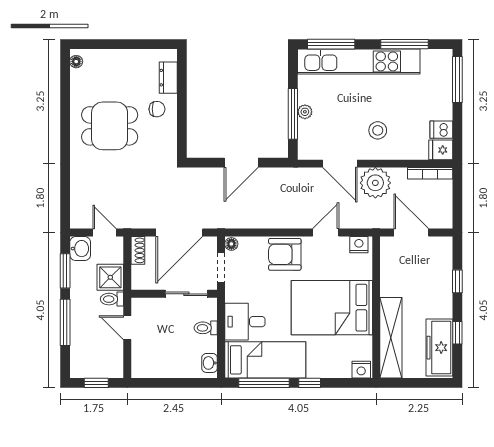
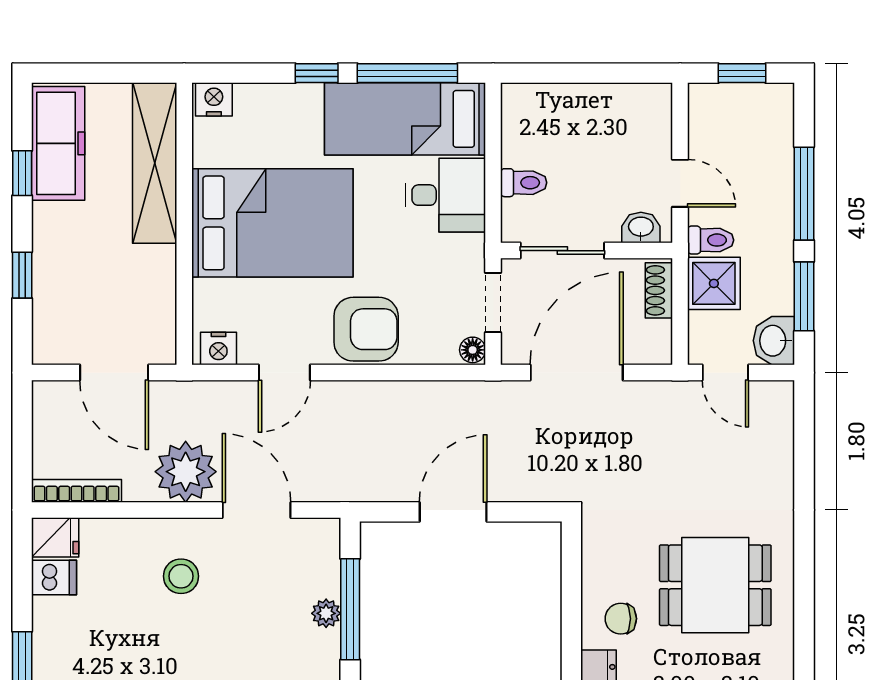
shoe rack: (138, 250) -> (659, 290), moved
washbasin: (209, 363) -> (641, 227), moved, turned -90

